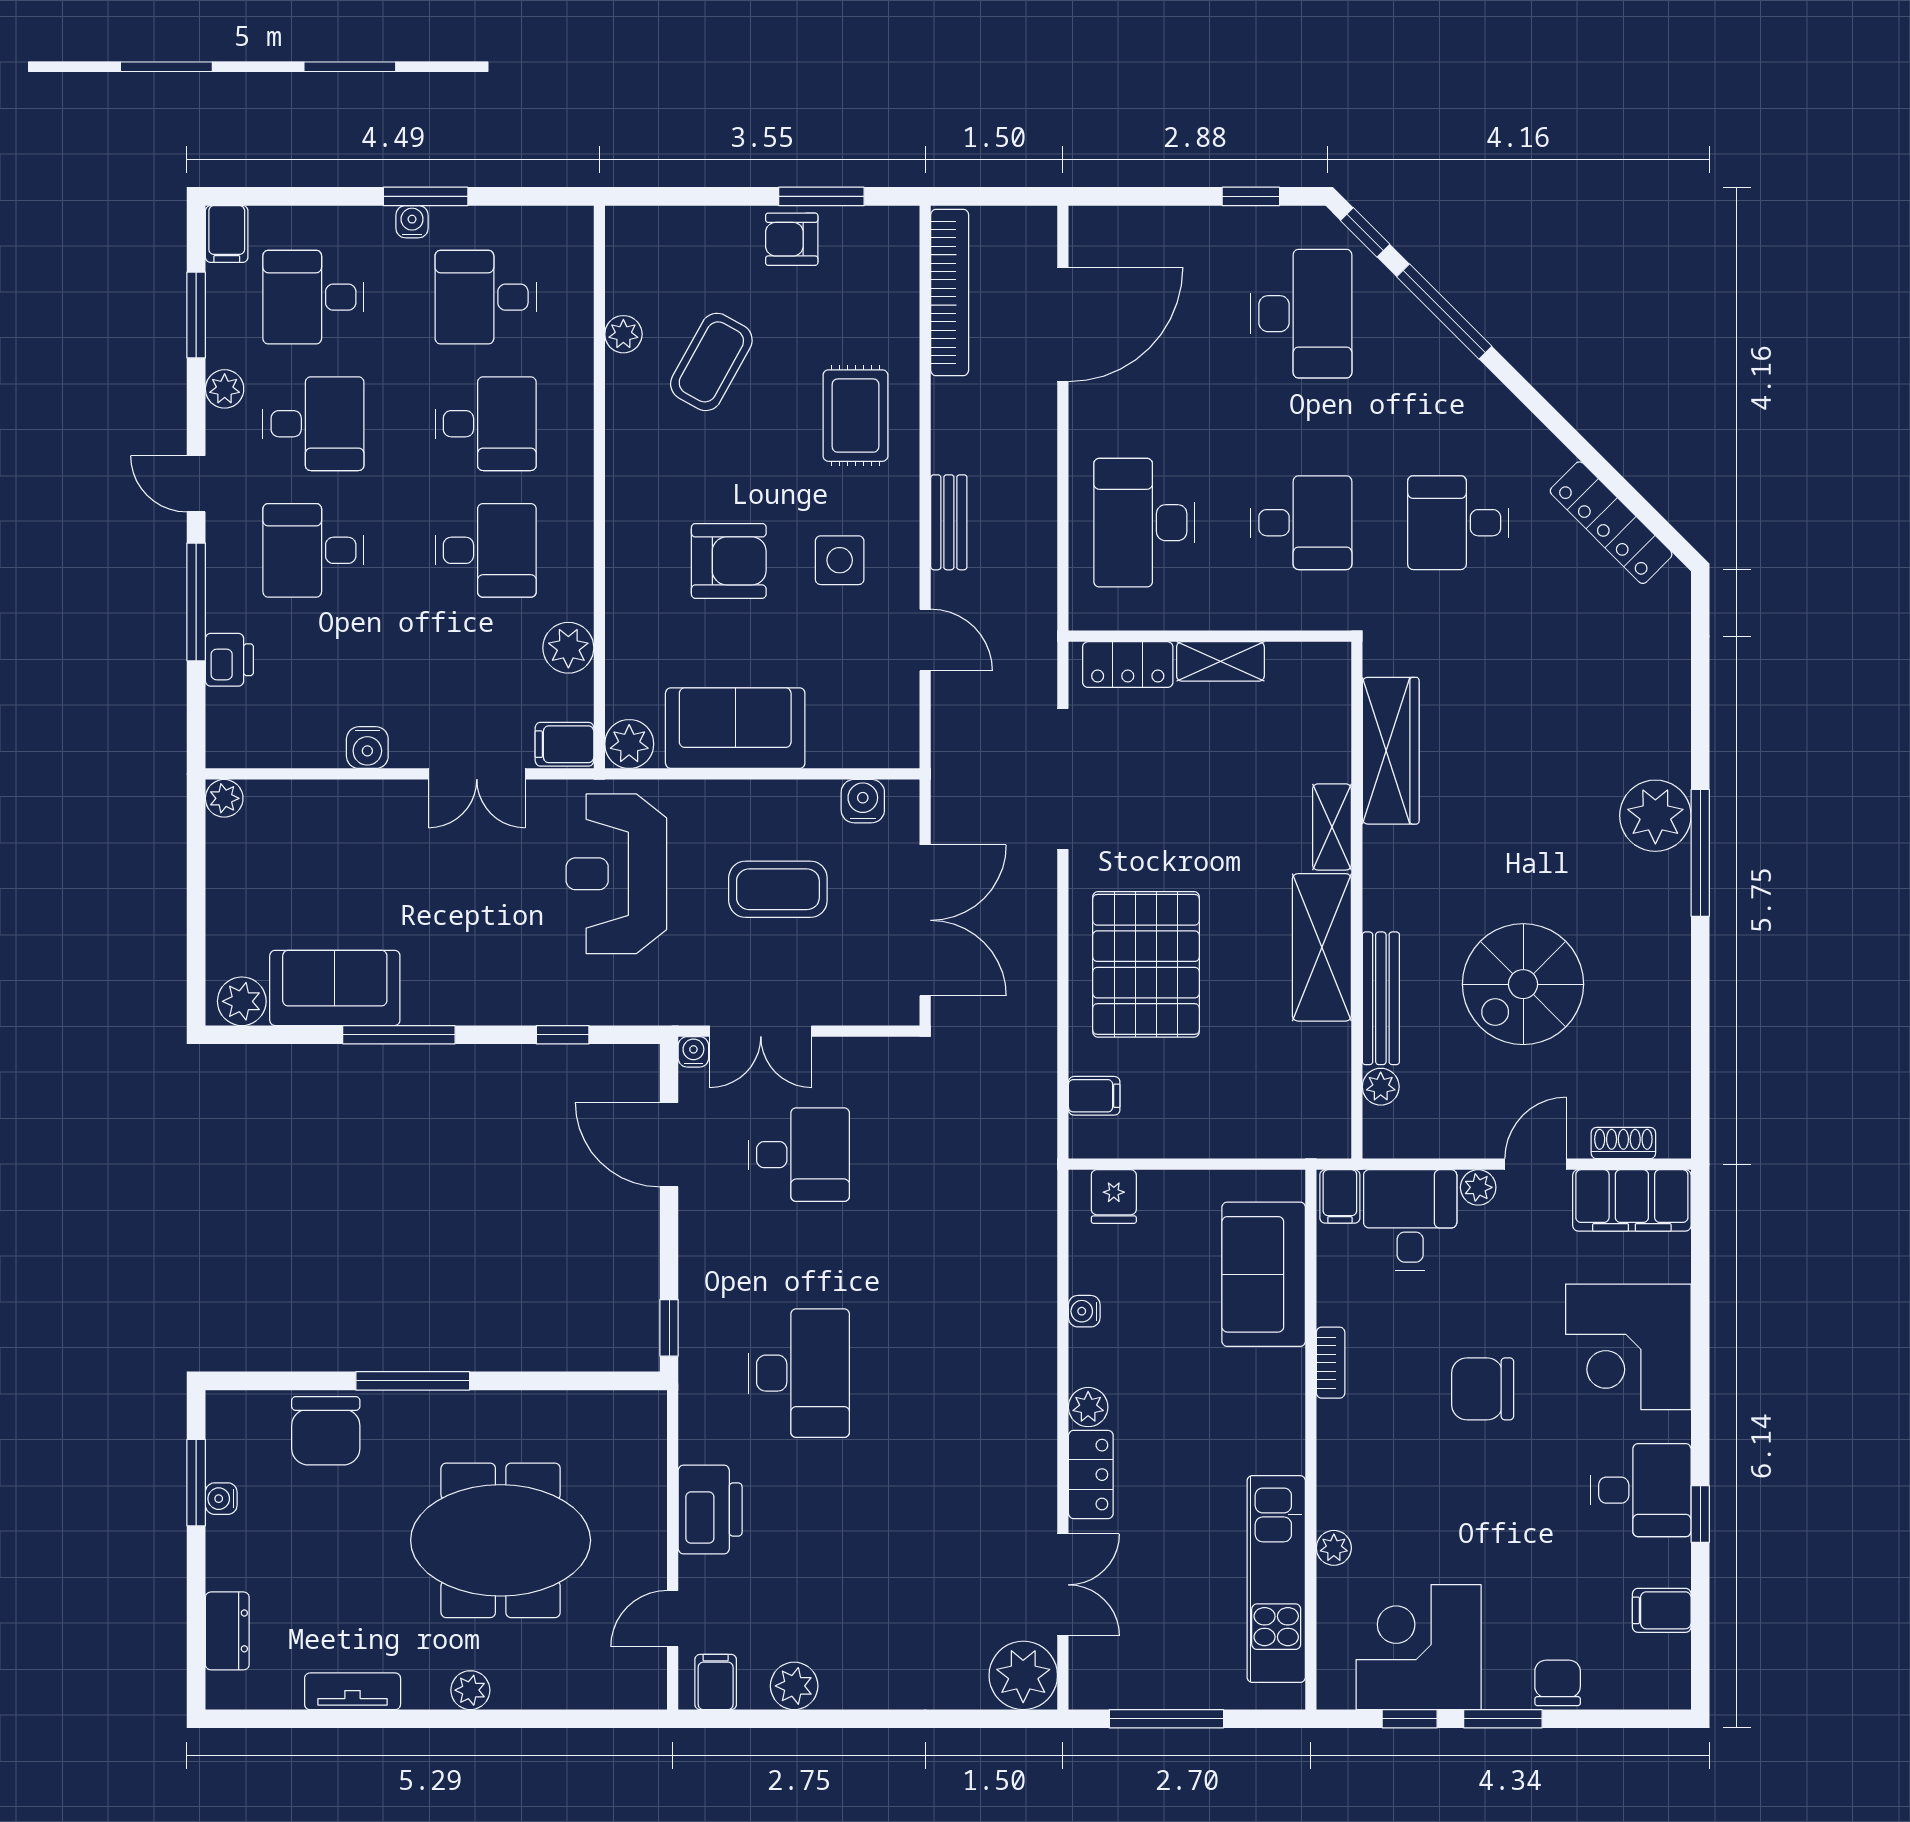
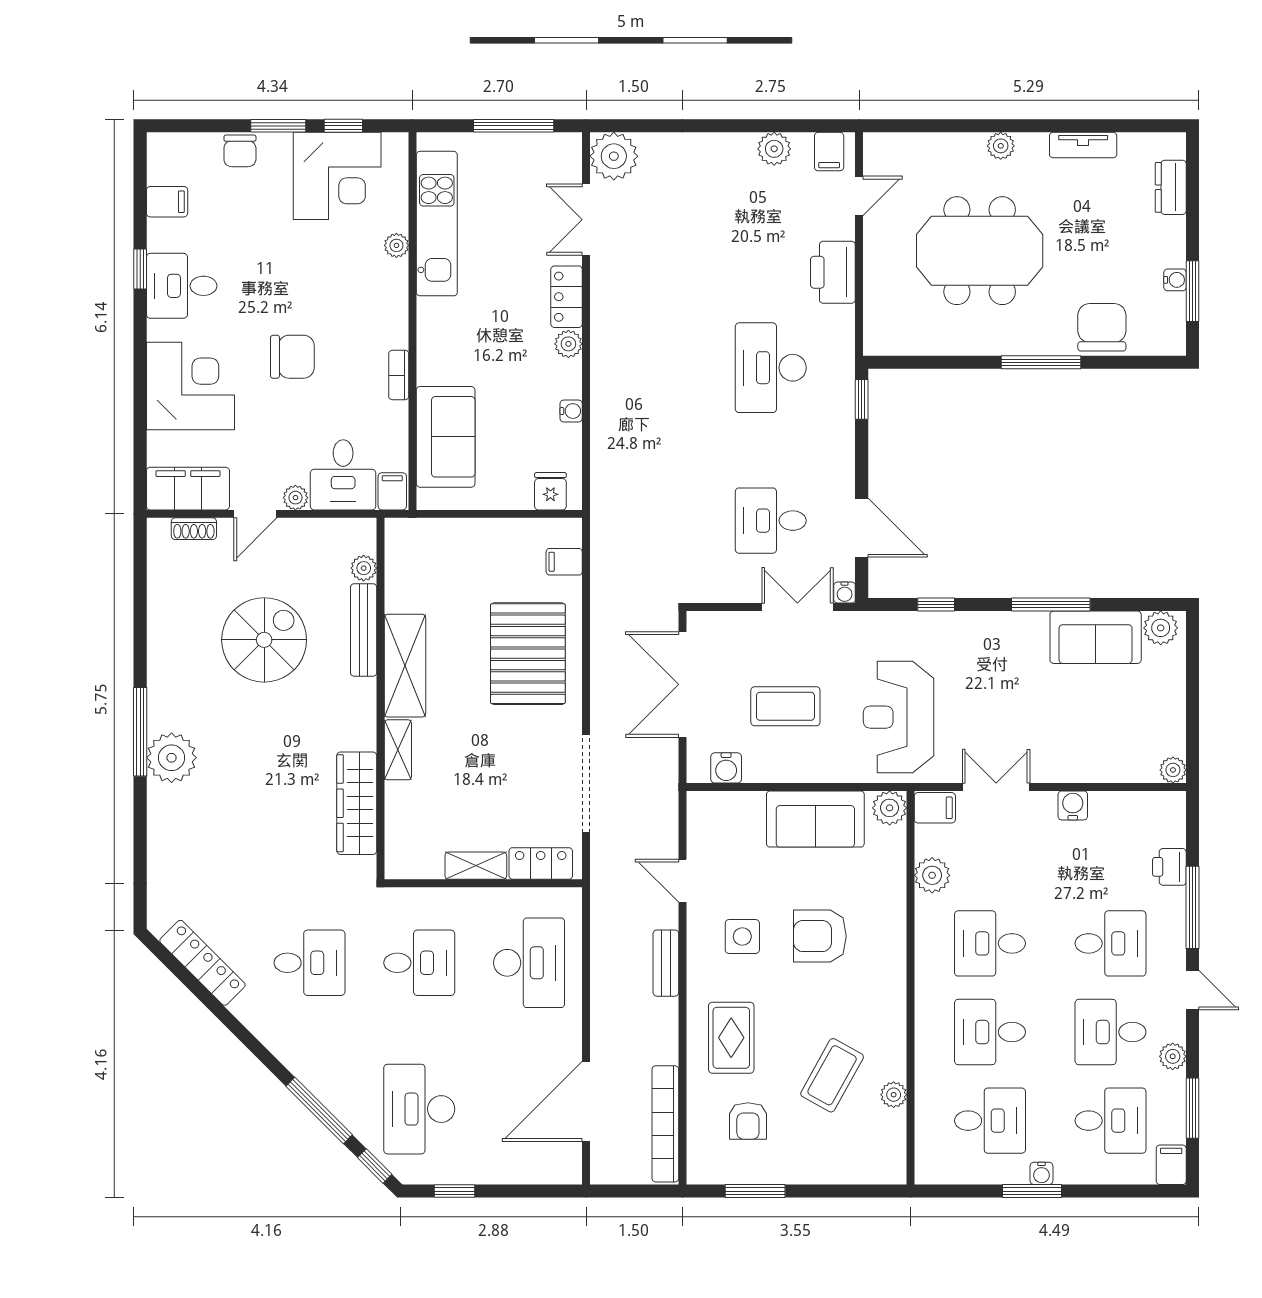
armchair: (792, 239) -> (748, 1121), moved, turned 90
desk: (1301, 523) -> (419, 963), turned 180
reception desk: (616, 874) -> (899, 717), turned 180

